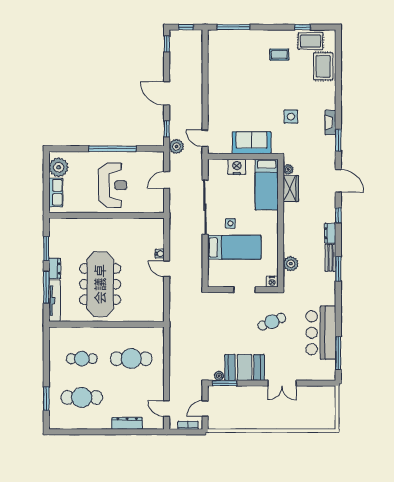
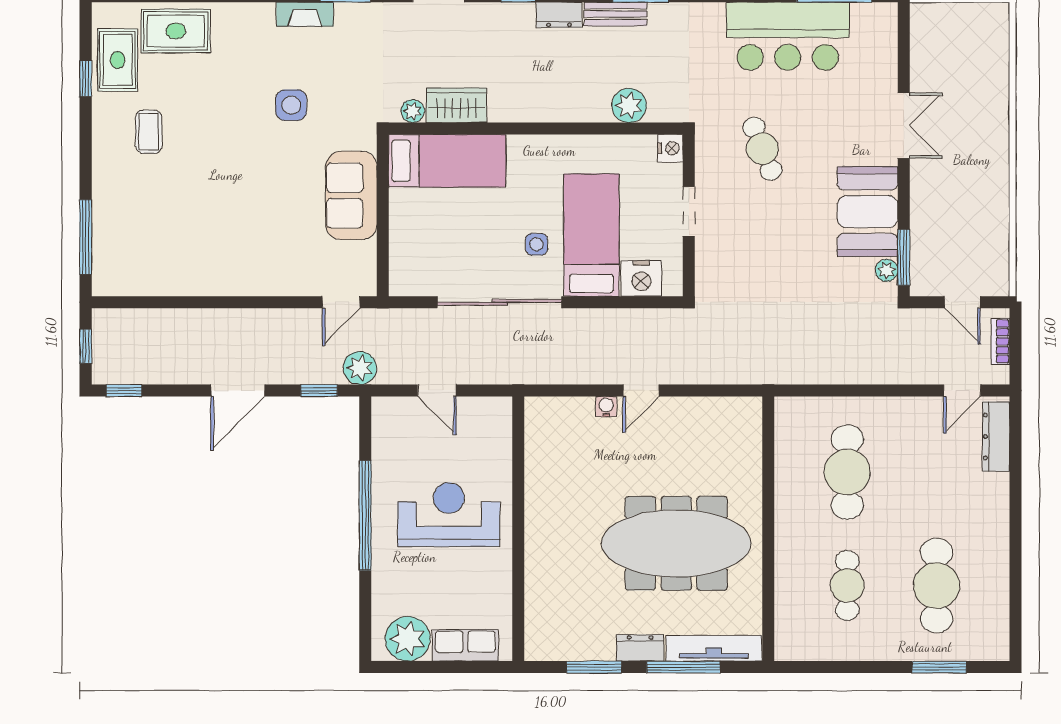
nightstand: (237, 167) -> (641, 278), moved, turned -90
dresser: (127, 423) -> (996, 437), moved

